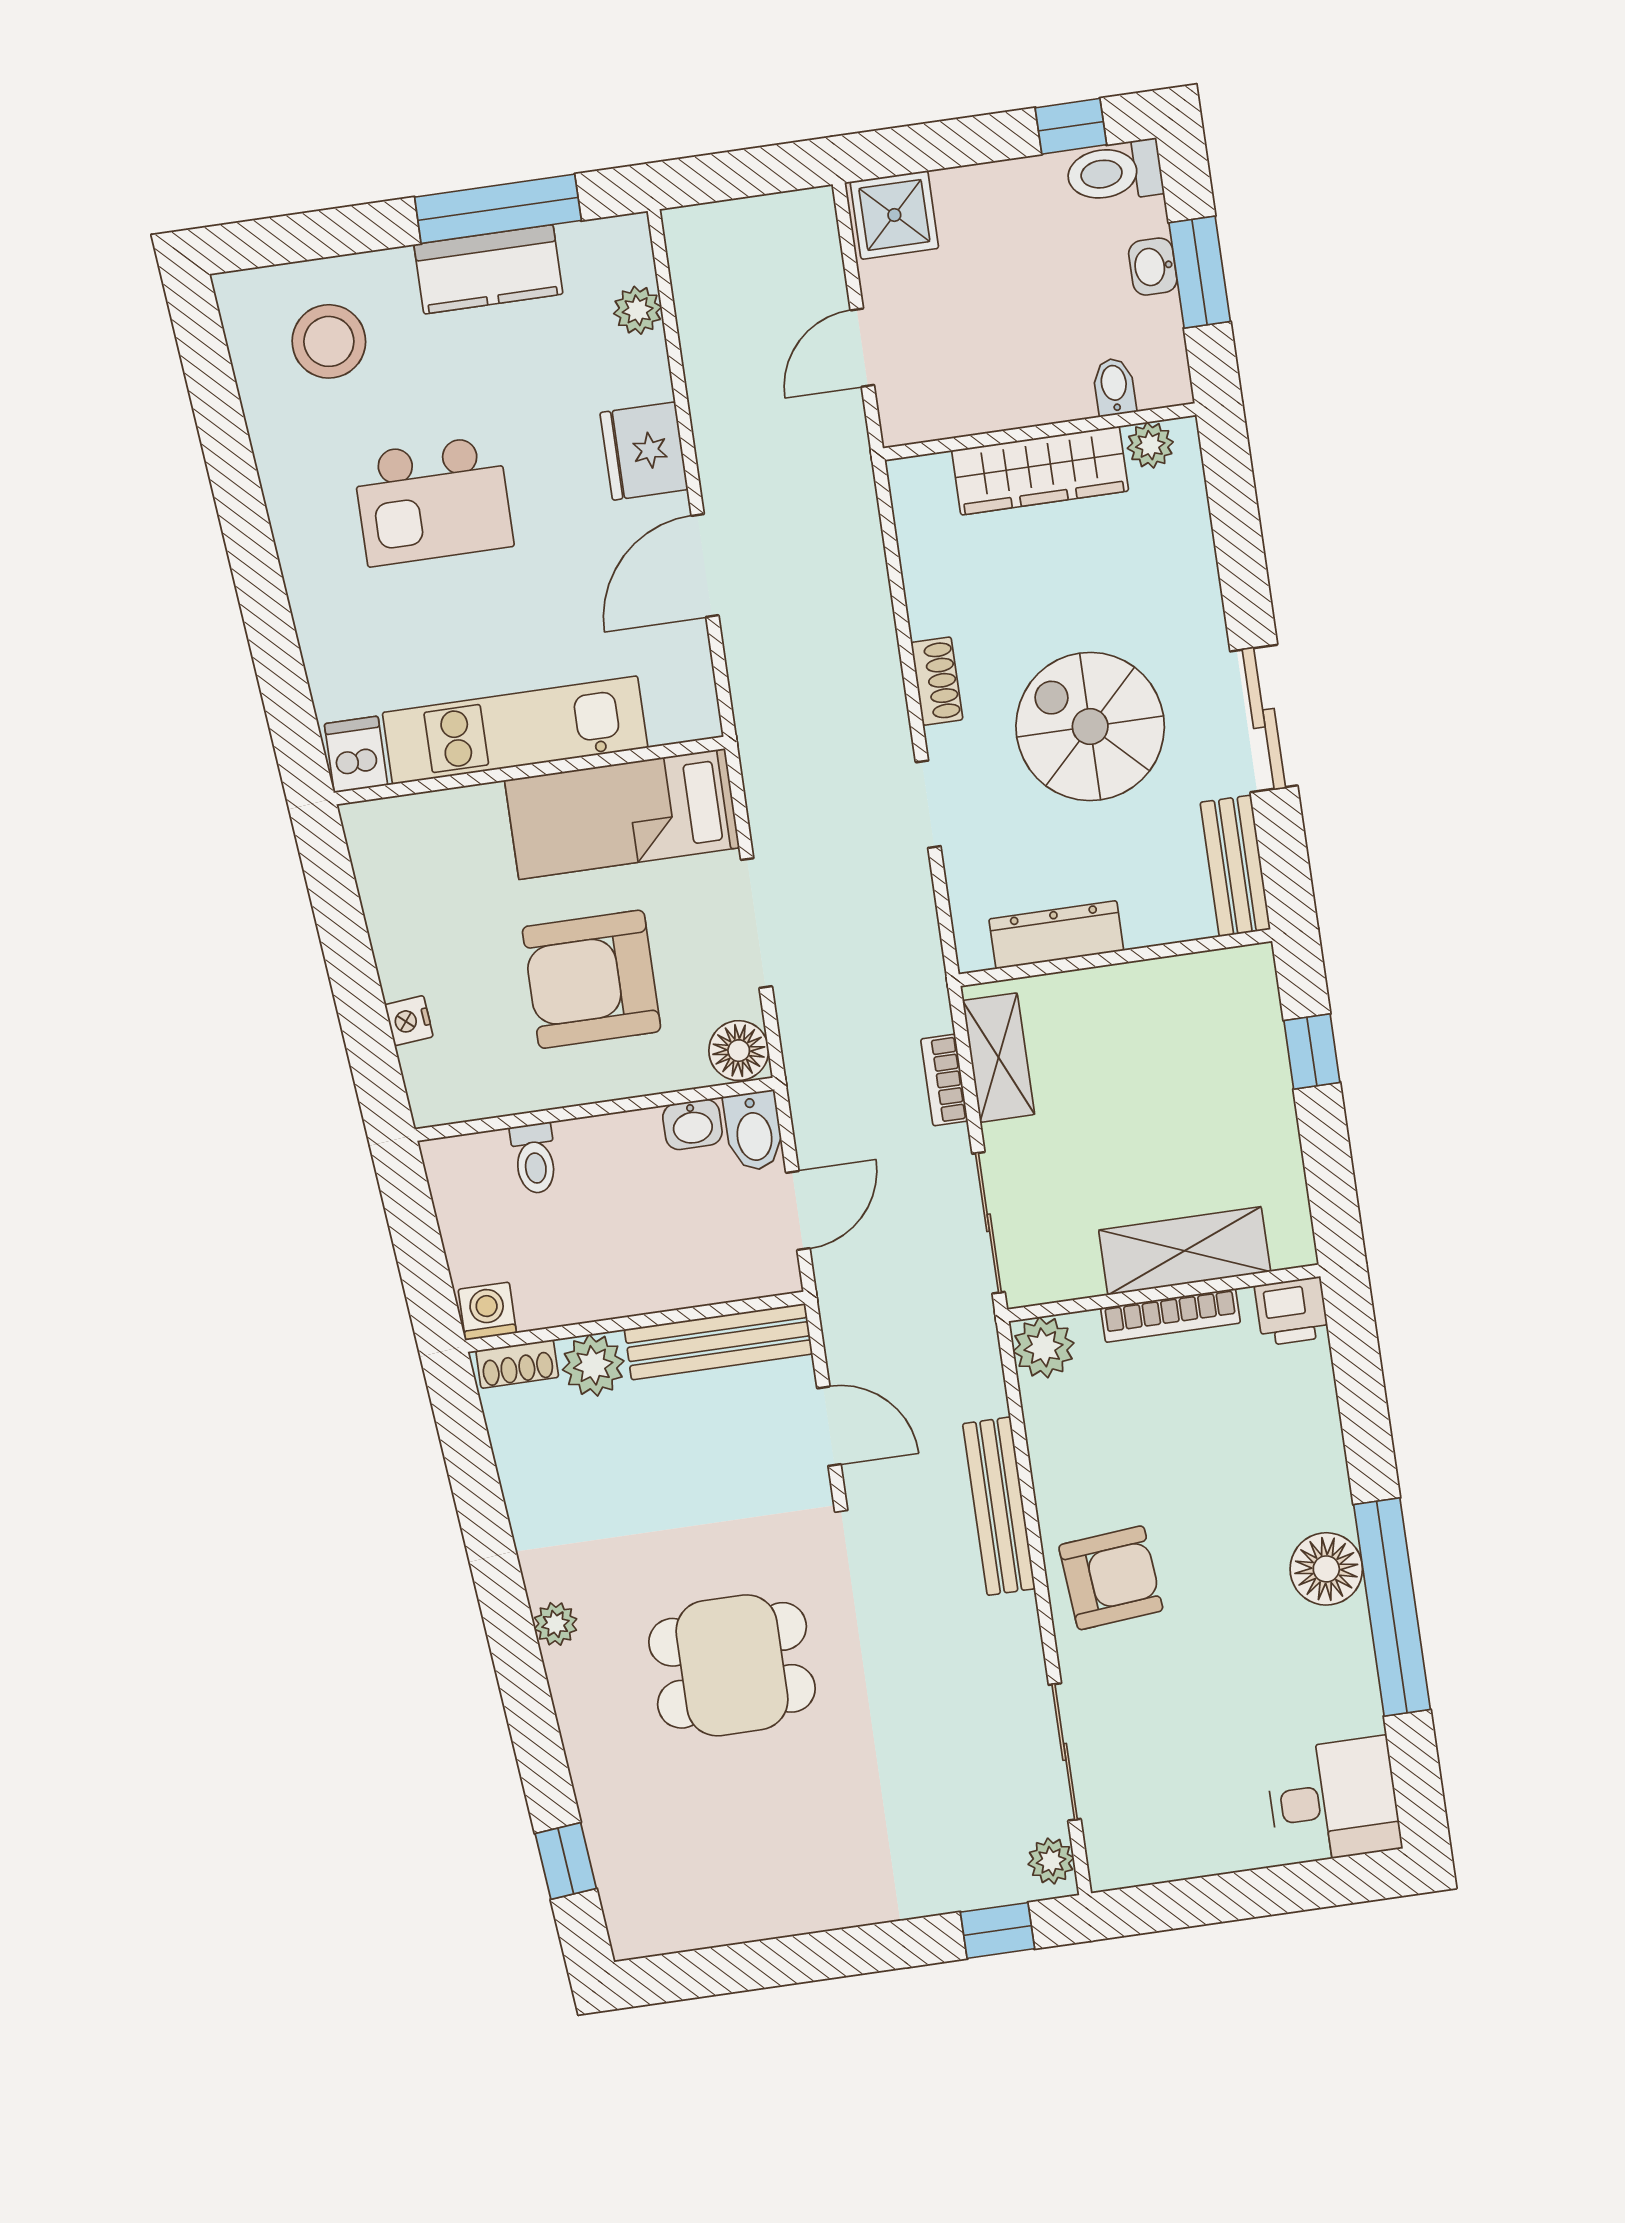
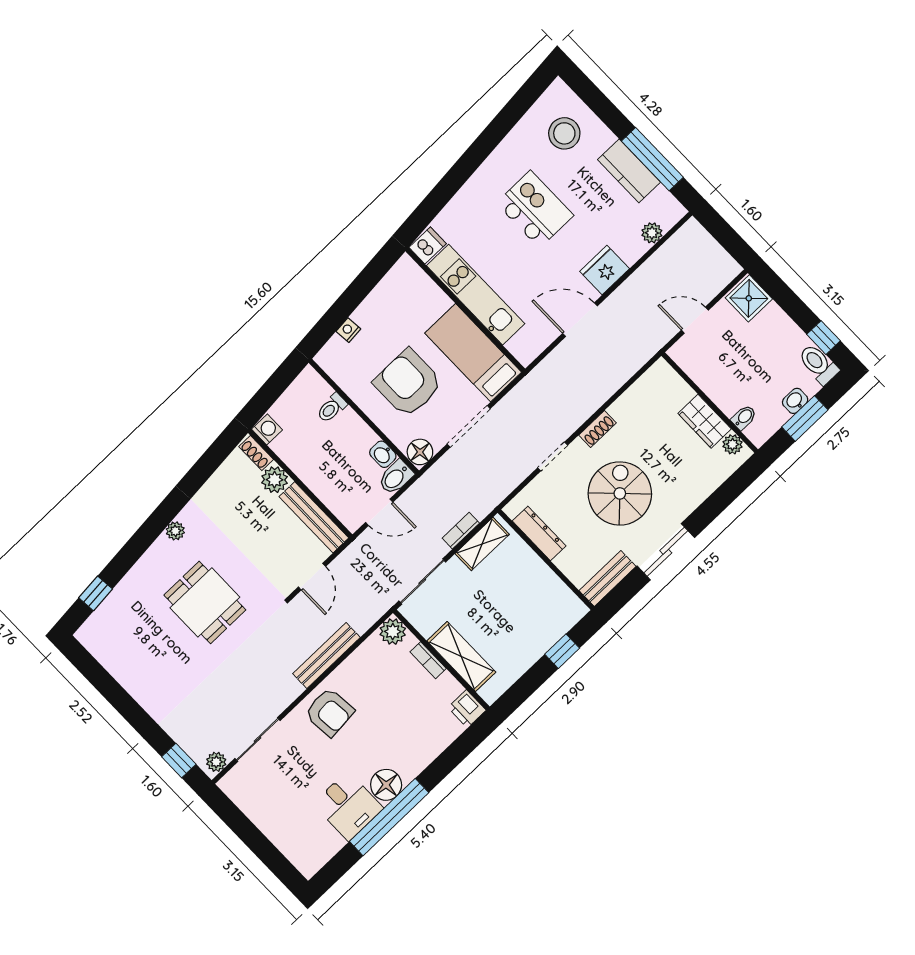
wardrobe: (1040, 471) -> (705, 421), width x0.67
kitchen island: (433, 501) -> (535, 209), turned 180
bookcase: (1171, 1315) -> (428, 660), width x0.64
desk: (1334, 1800) -> (348, 806), moved

